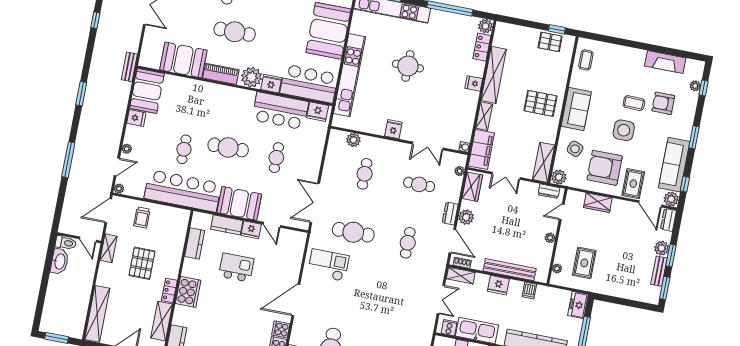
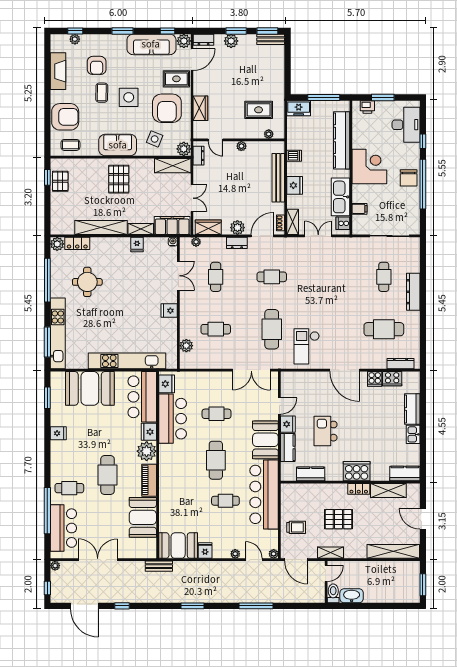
armchair: (616, 60) -> (65, 117), added
round table: (408, 66) -> (87, 282), moved
fridge: (474, 83) -> (137, 245), moved
bench: (659, 271) -> (271, 39), moved

